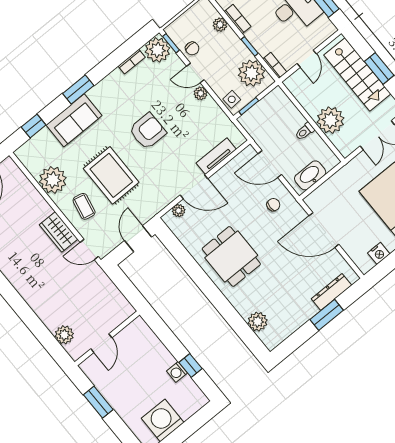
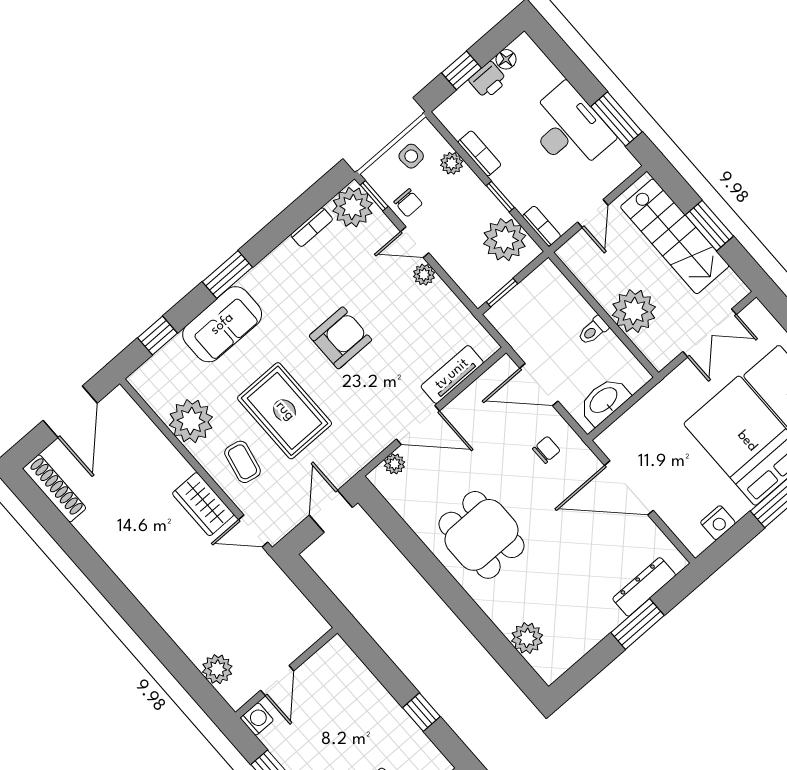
side table: (232, 99) -> (411, 156), moved
washing machine: (177, 372) -> (257, 719), moved, turned 180

